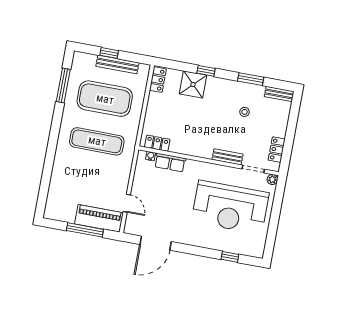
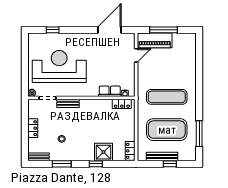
locker: (277, 150) -> (33, 128), moved
door: (127, 203) -> (136, 55), swing flipped

